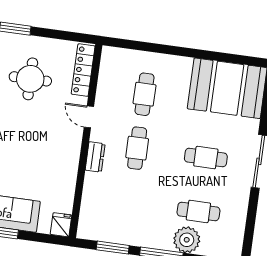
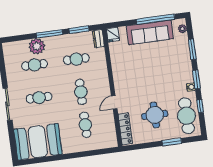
door: (89, 117) -> (114, 102), swing flipped
dresser: (95, 157) -> (98, 39), moved
cafe table: (130, 202) -> (76, 59), added

